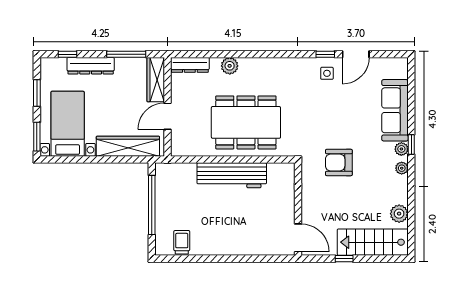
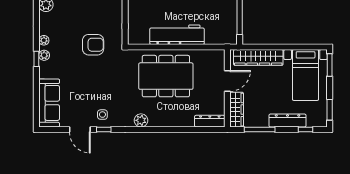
door: (356, 54) -> (80, 130), swing flipped
plant: (230, 66) -> (141, 120), moved
window: (37, 93) -> (330, 110), moved
sofa: (395, 110) -> (49, 103), moved

